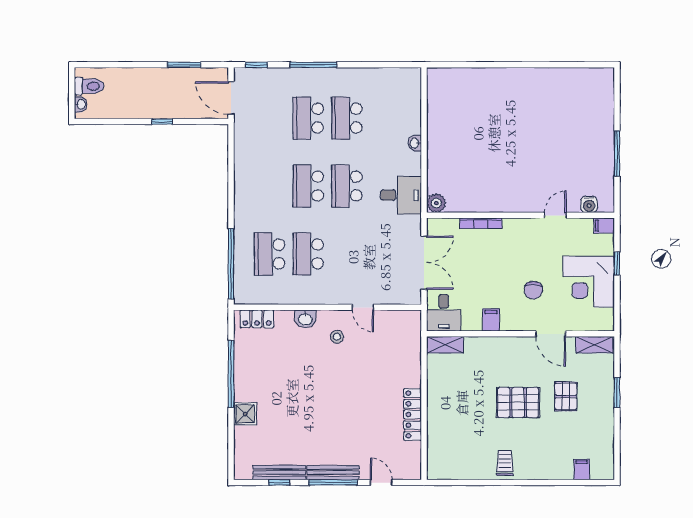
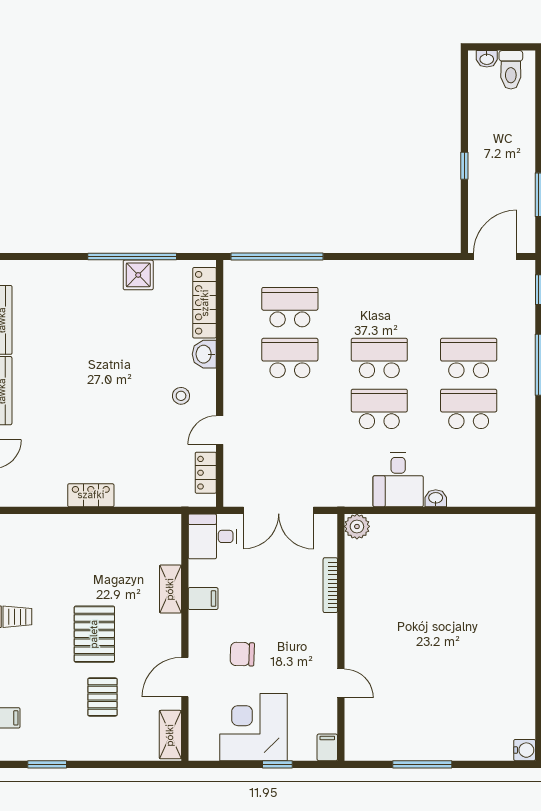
desk: (401, 195) -> (398, 480), moved
water cooler: (589, 204) -> (525, 750), moved, turned 180
locker: (395, 318) -> (206, 473), added
locker: (257, 319) -> (205, 303), width x1.53
shelving: (445, 345) -> (170, 589), moved
window: (617, 392) -> (47, 764), moved
pallet: (566, 396) -> (102, 697), turned 90
shower: (245, 414) -> (138, 275), moved
locker: (413, 414) -> (91, 495), width x0.66

